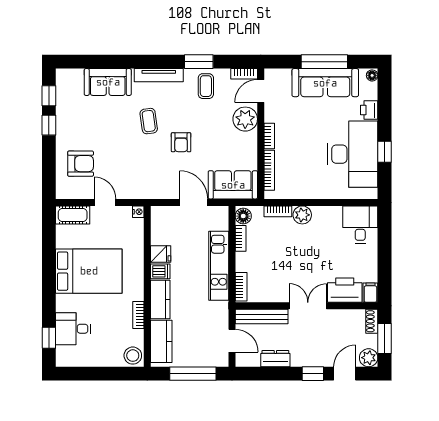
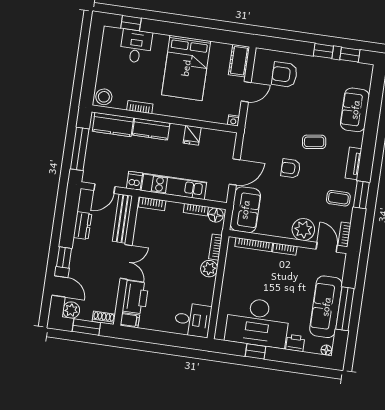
tv unit: (159, 75) -> (353, 163), width x0.71
armchair: (81, 164) -> (284, 75), turned 90
dishwasher: (160, 271) -> (134, 181), moved, turned 180

